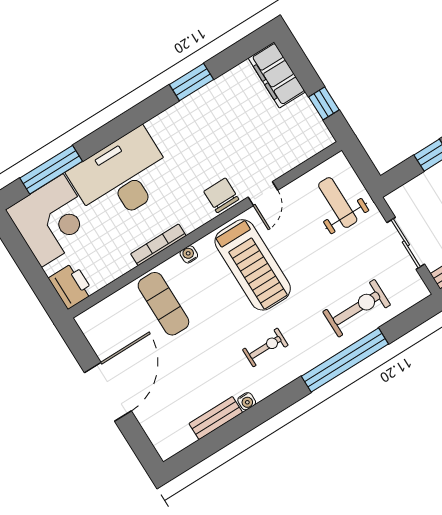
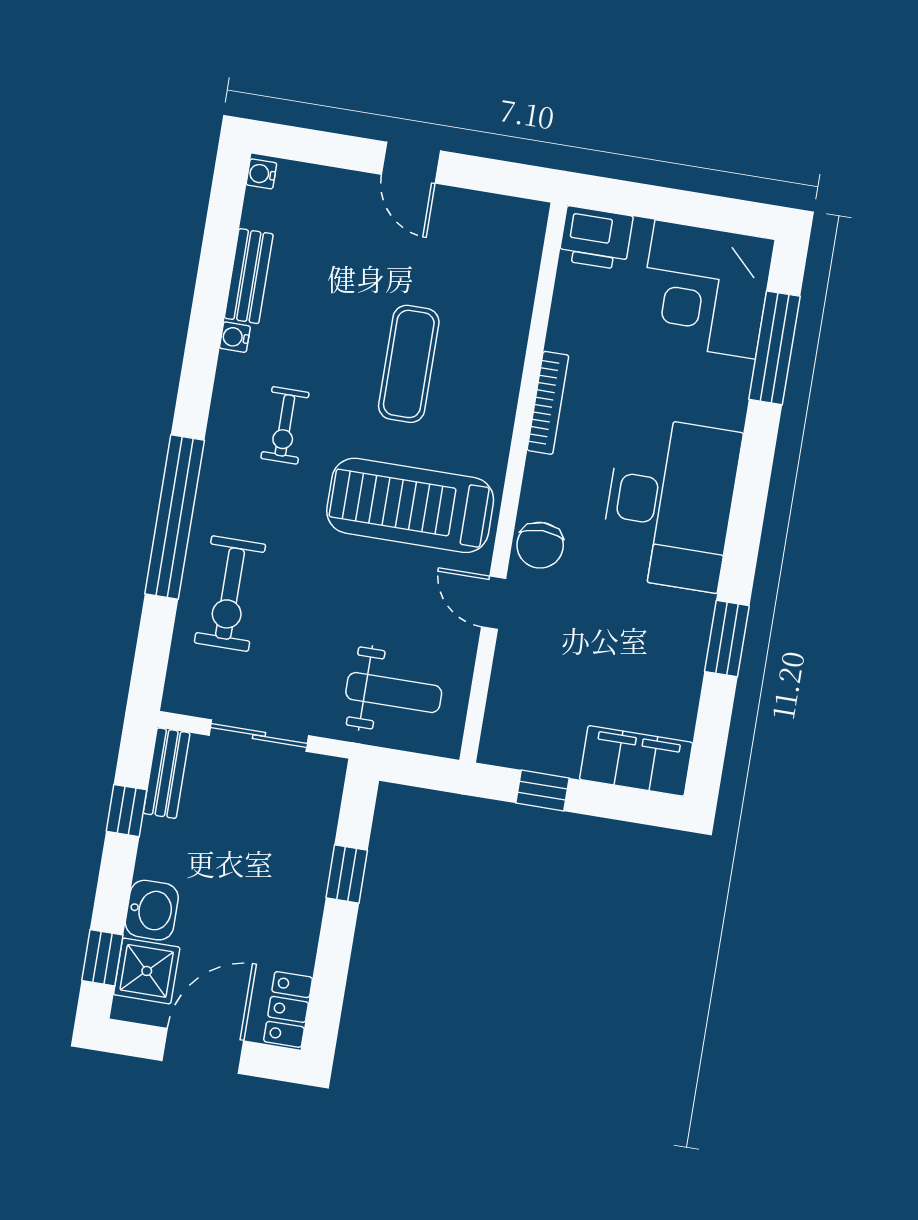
desk: (122, 177) -> (670, 503), moved
chair: (221, 195) -> (540, 545), turned 90
water cooler: (189, 254) -> (261, 174), moved, turned 180
exercise mat: (163, 304) -> (409, 364), moved, turned 90
door: (108, 392) -> (411, 163), width x0.53

